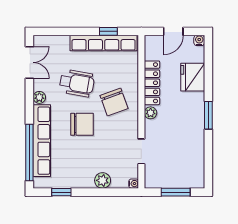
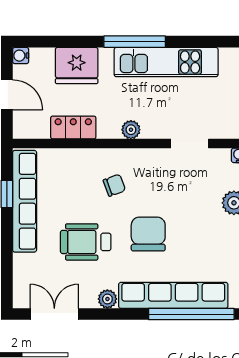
wheelchair: (77, 83) -> (86, 242), turned -100
locker: (152, 83) -> (73, 127), width x0.66
chair: (114, 102) -> (114, 185), width x0.54, depth x0.54
window: (208, 115) -> (135, 42), width x1.44
kitchen unit: (195, 136) -> (166, 62), added

